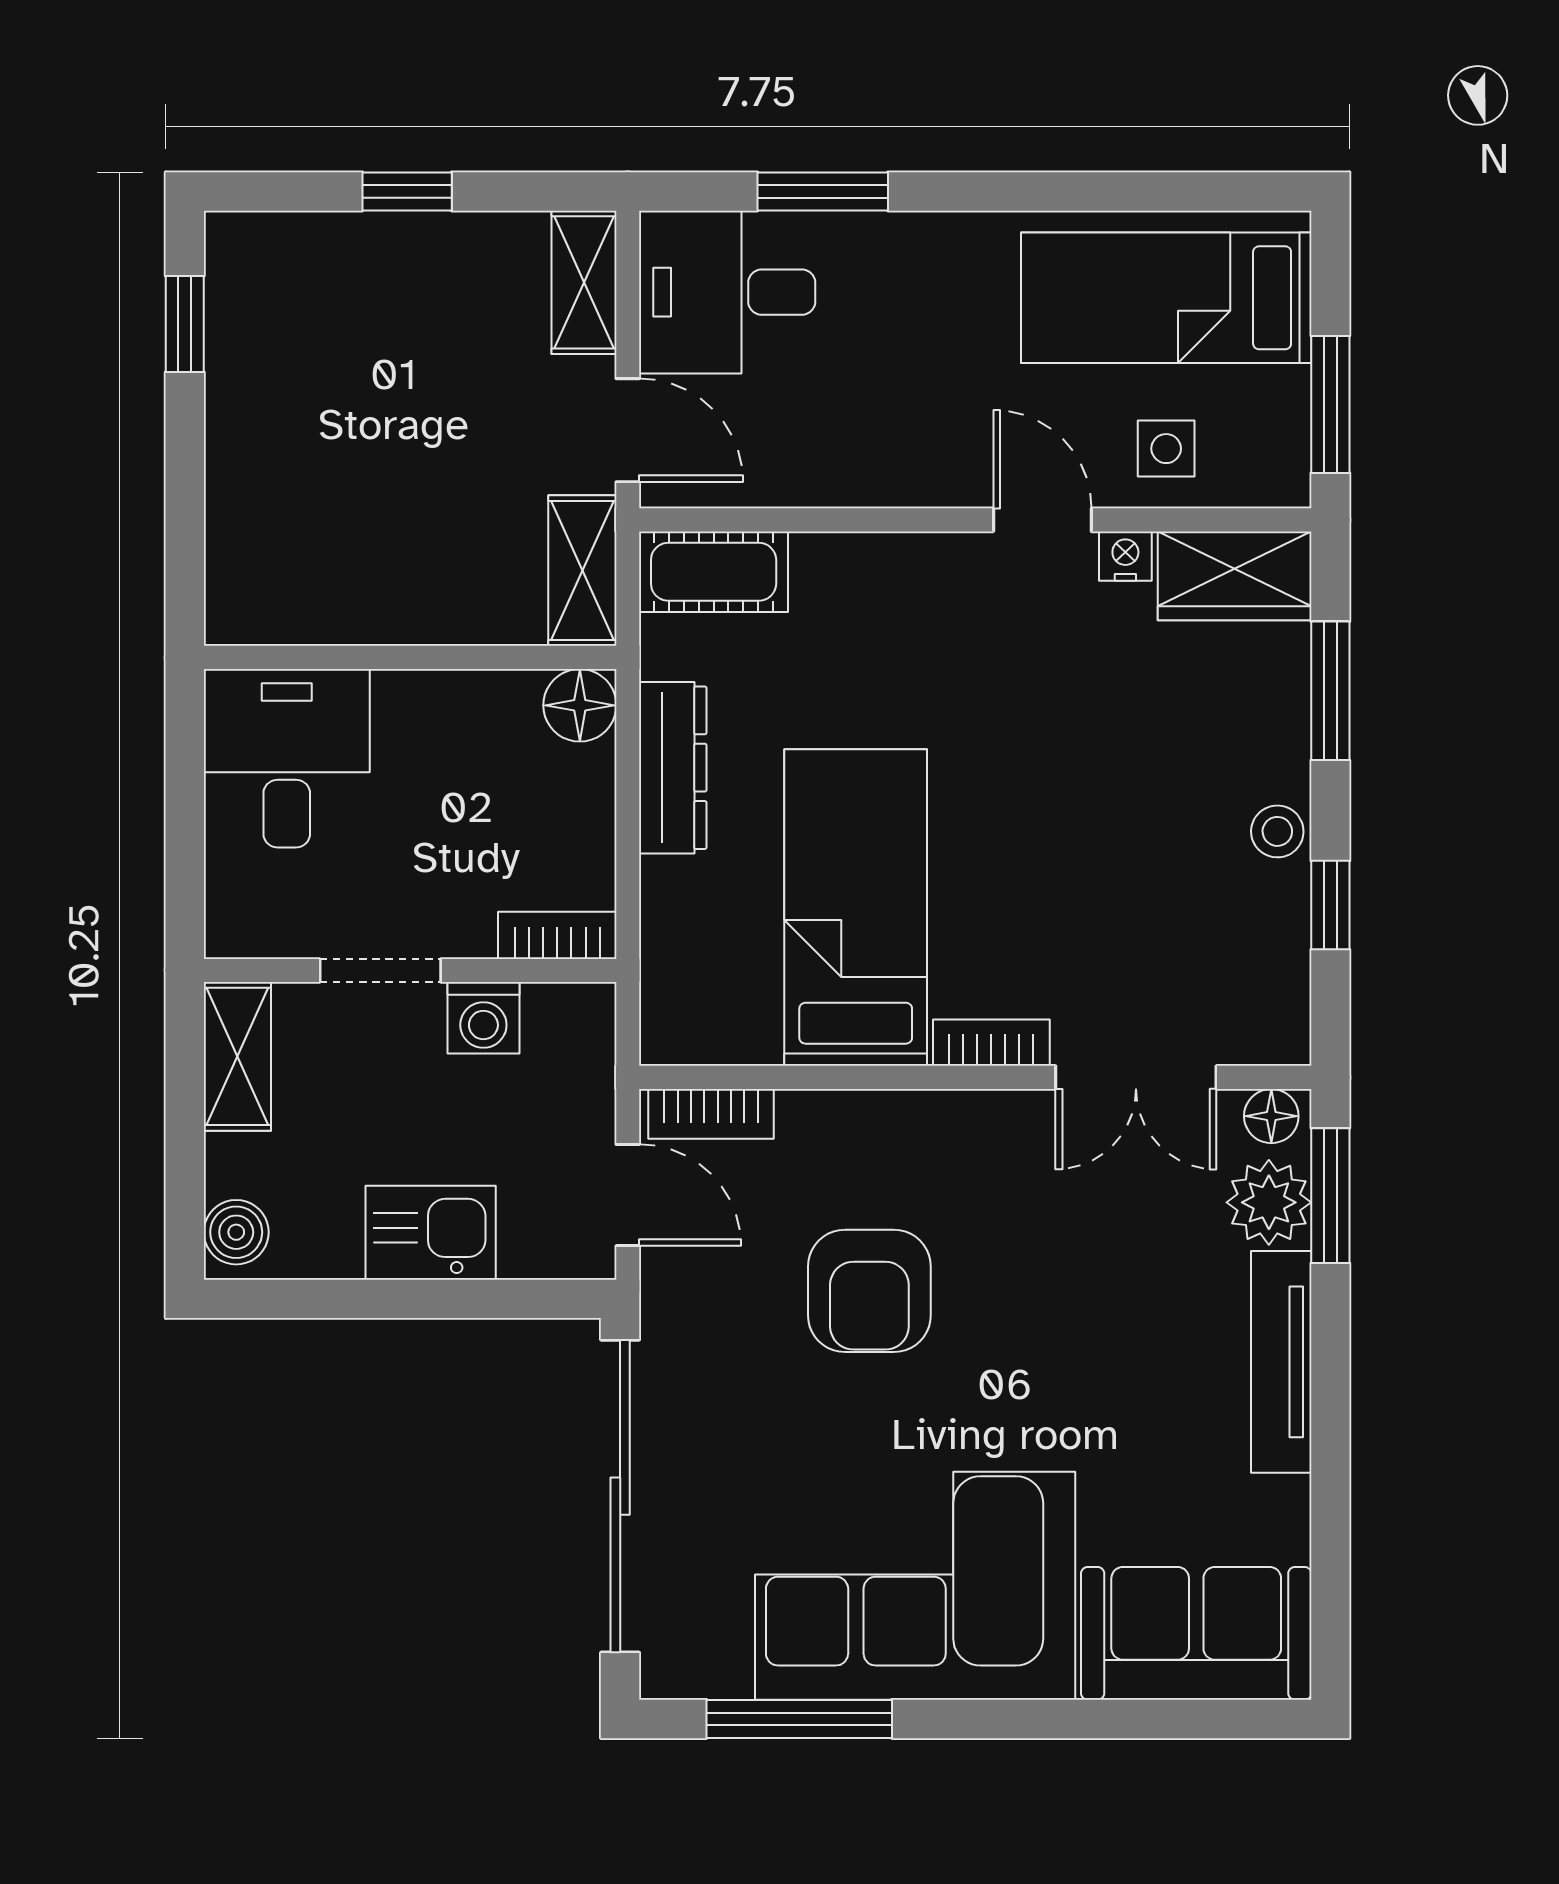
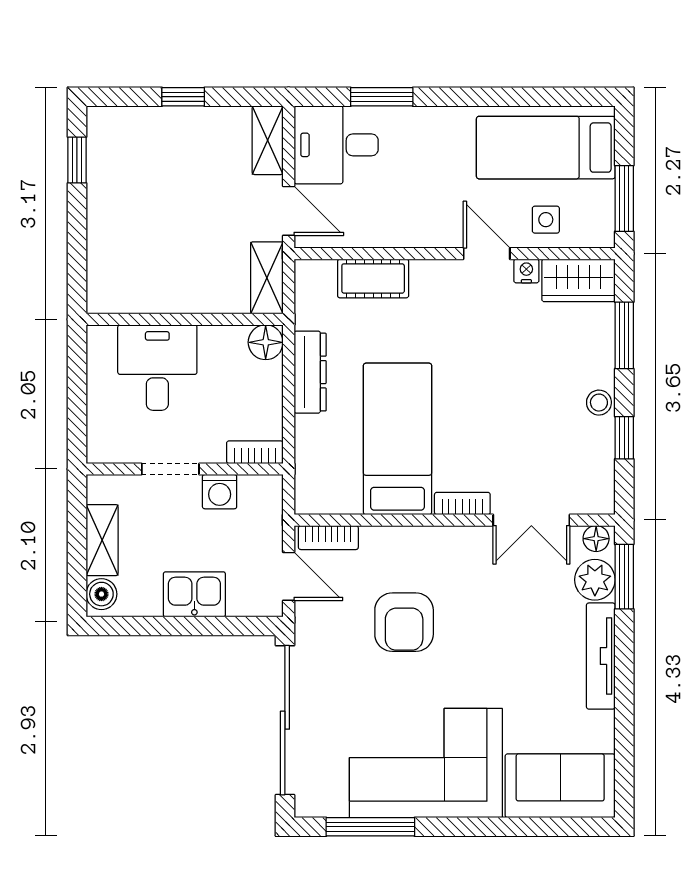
cot: (714, 572) -> (373, 278), moved
desk: (287, 758) -> (157, 368), moved
shelving: (237, 1056) -> (102, 540), moved

